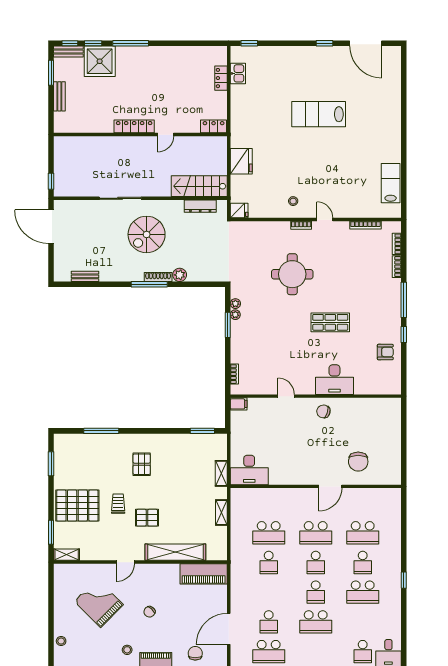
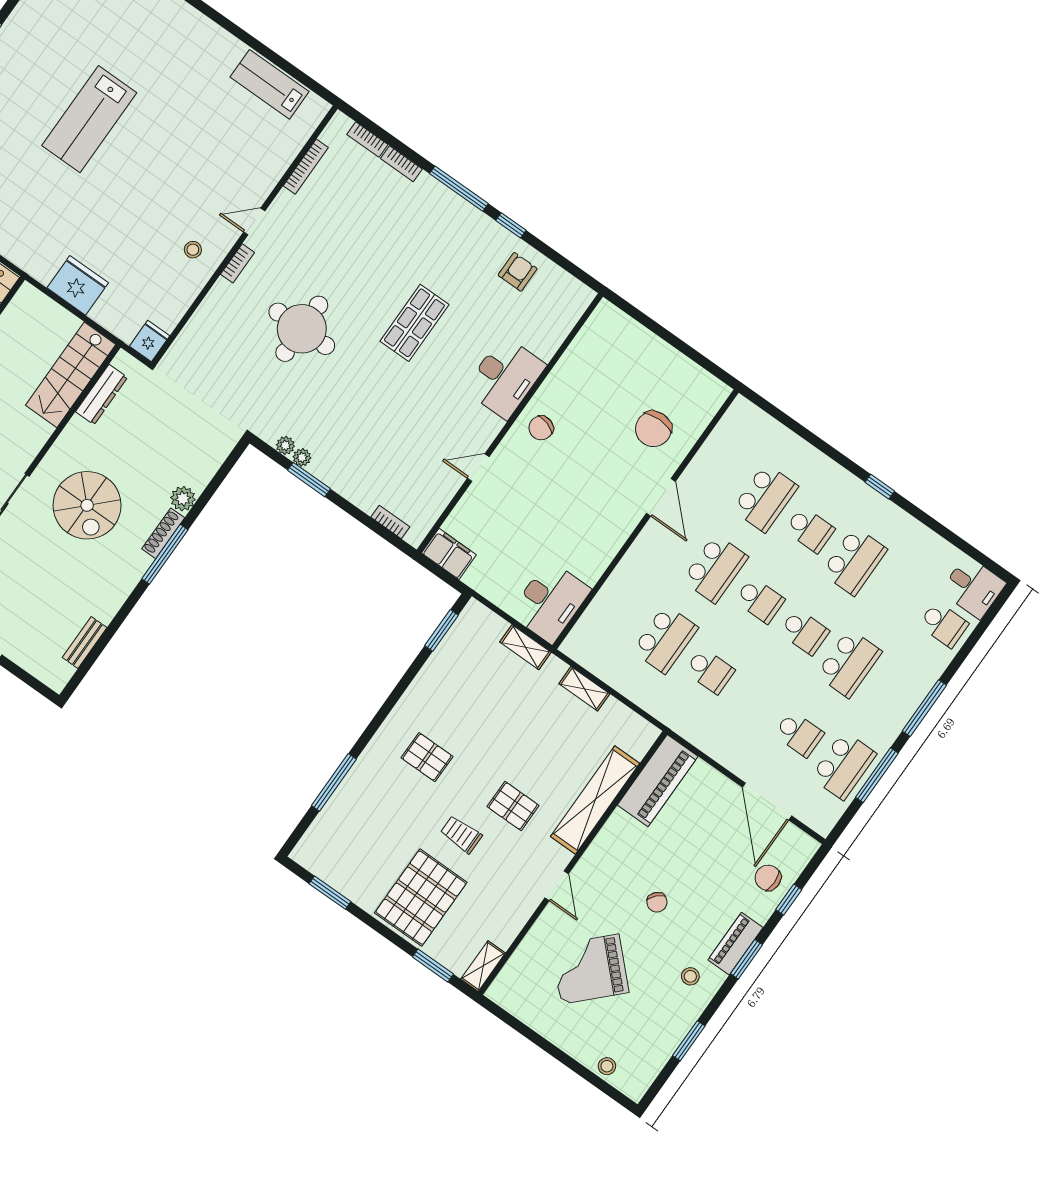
filing cabinet: (239, 404) -> (449, 554), width x2.00
chair: (358, 462) -> (653, 429), turned 90
pallet: (147, 518) -> (513, 806), turned 90

